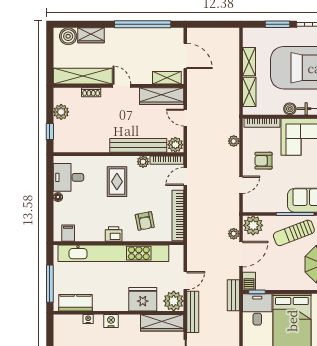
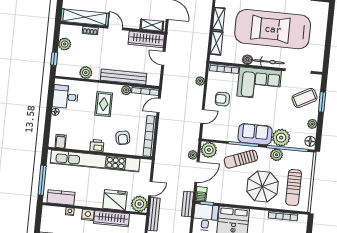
plant: (175, 145) -> (86, 73), moved
wardrobe: (162, 323) -> (111, 219), moved

